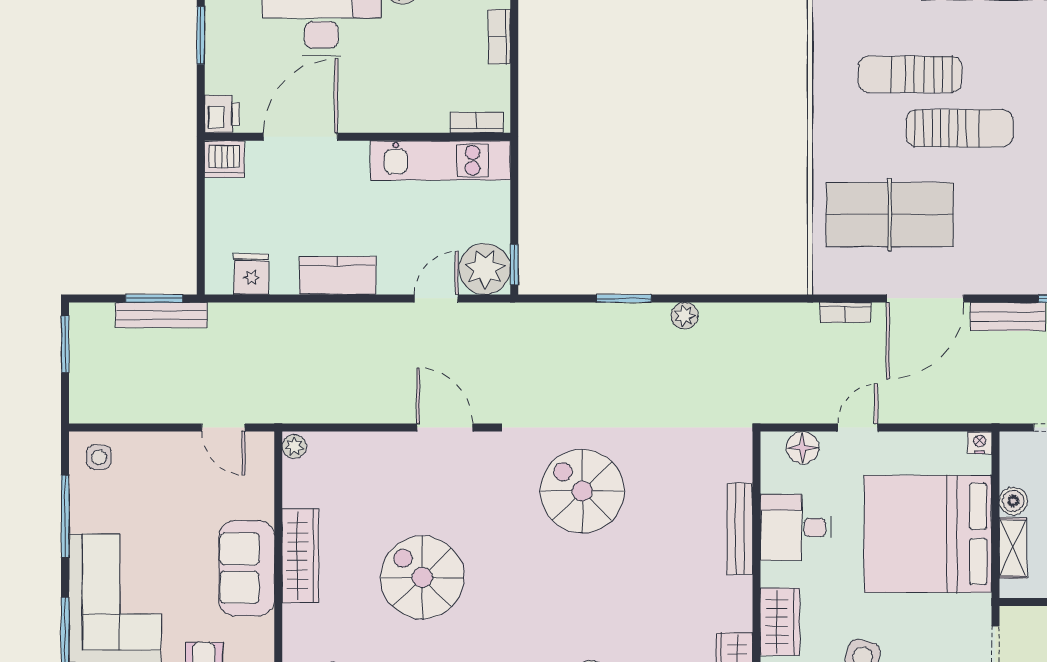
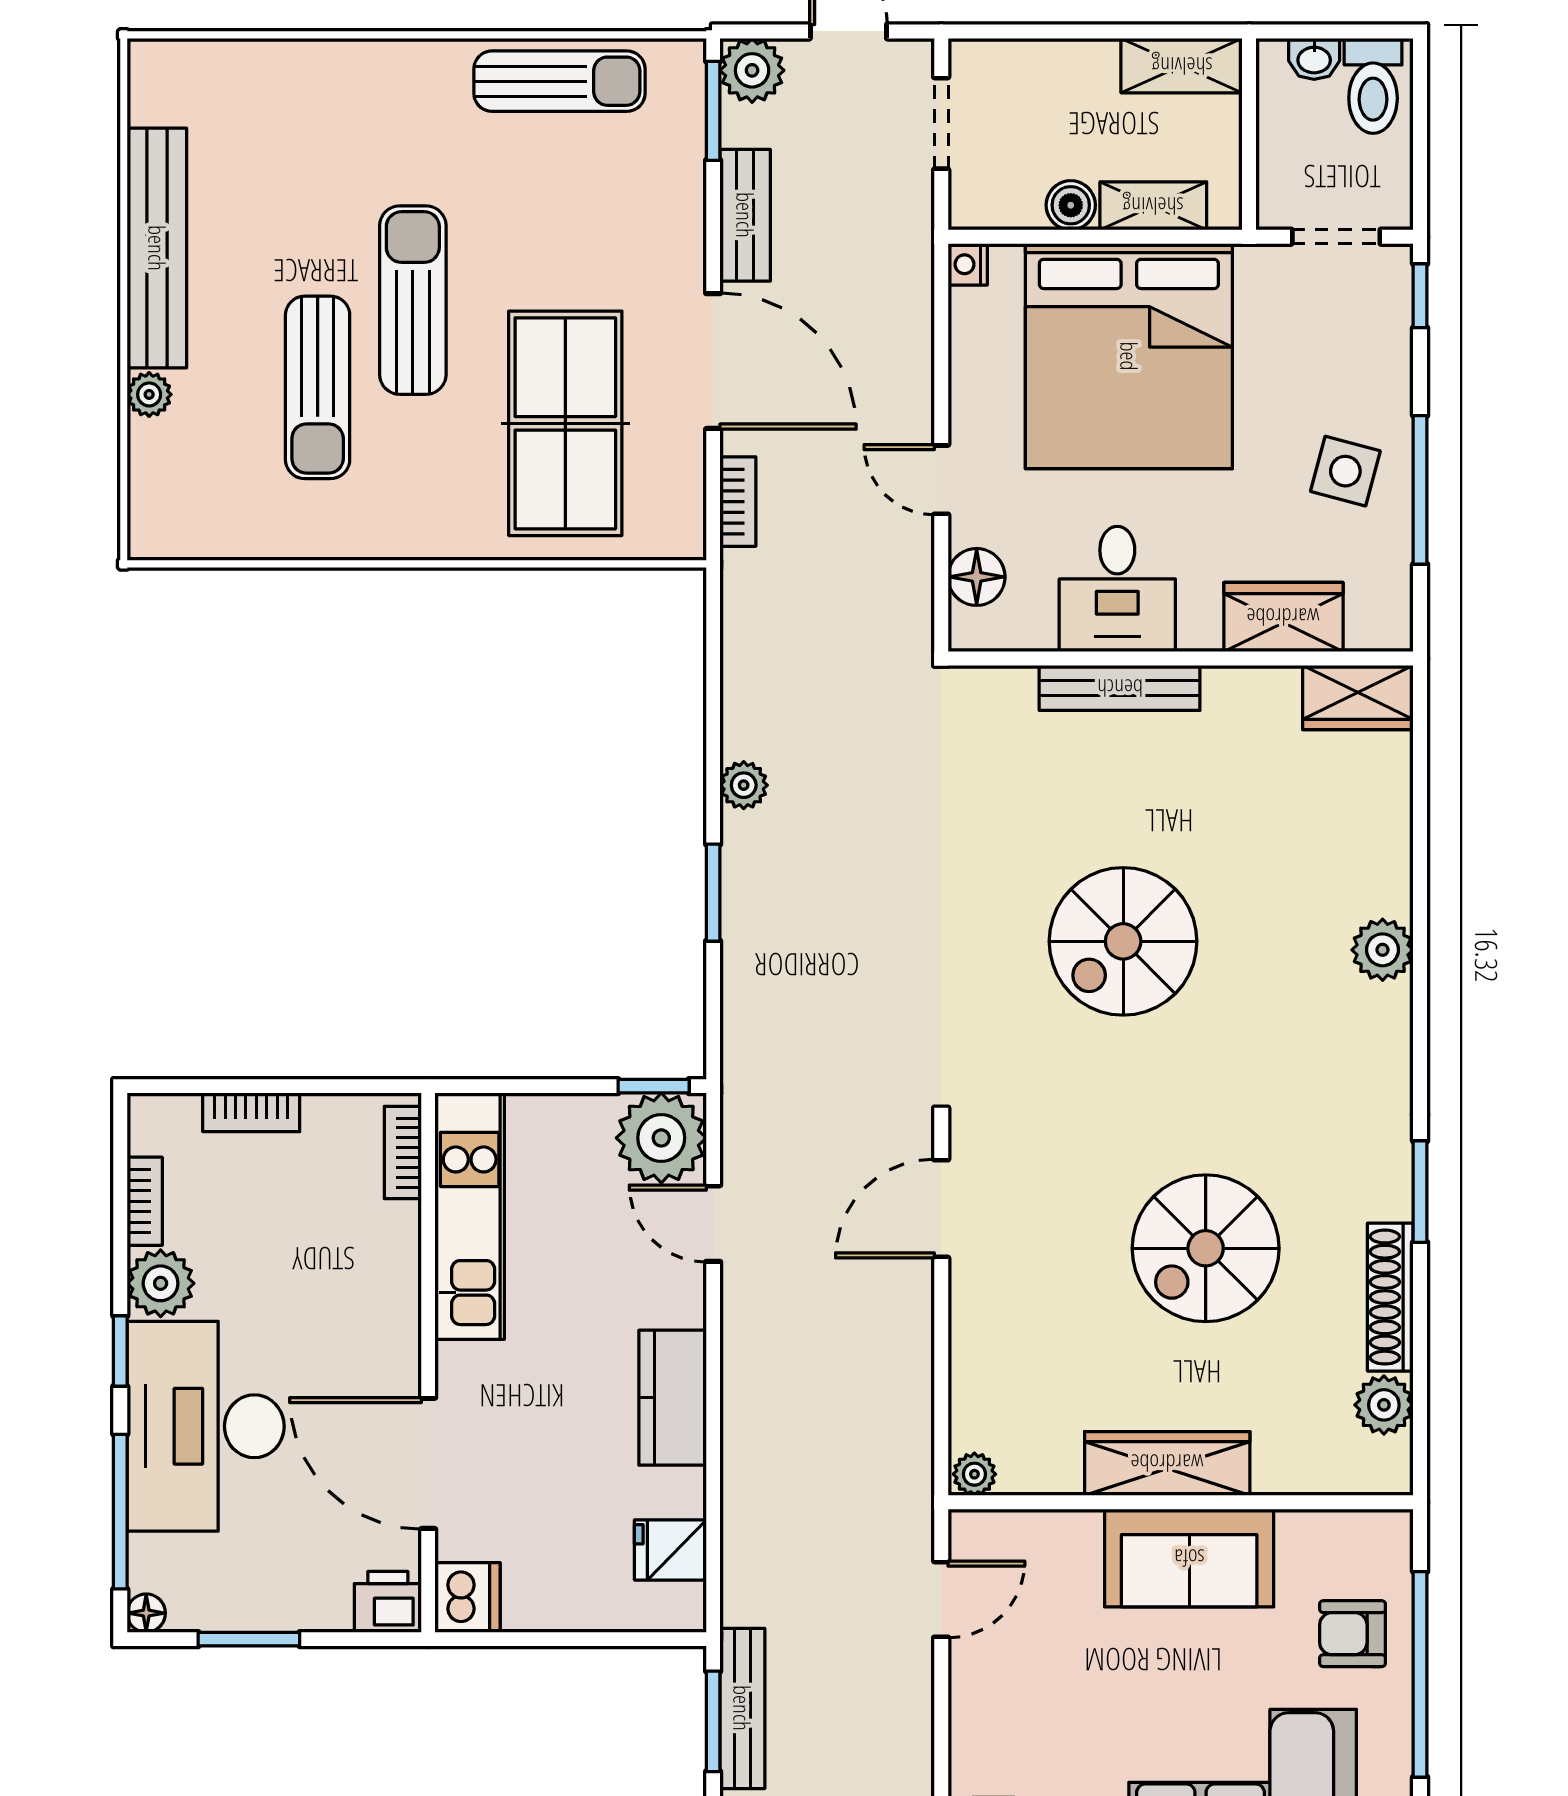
spiral stairs: (582, 491) -> (1123, 941), moved

